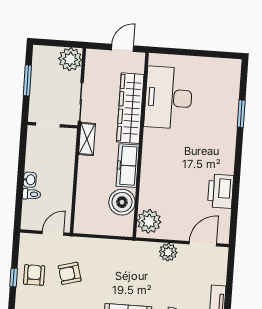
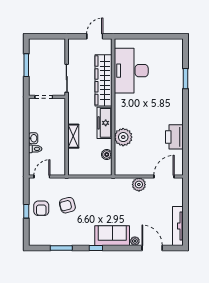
plant: (70, 59) -> (57, 47), removed
shelving: (87, 139) -> (73, 136), moved
boiler: (122, 202) -> (107, 154), width x0.54, depth x0.54
plant: (149, 221) -> (123, 137), moved
door: (53, 233) -> (42, 177), moved
armchair: (34, 275) -> (41, 208), turned 180

